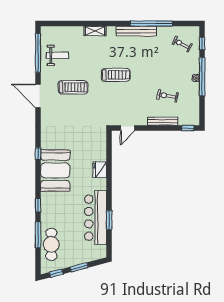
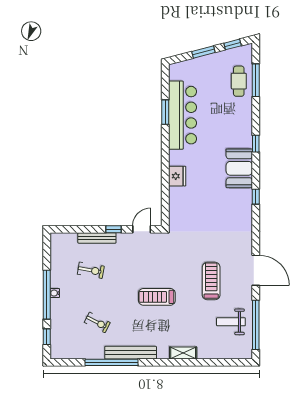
exercise bike: (182, 44) -> (97, 322), moved
treadmill: (73, 87) -> (211, 281), turned 90
window: (188, 128) -> (114, 229), moved
booth: (55, 170) -> (239, 168), width x0.73, depth x0.70
window: (38, 205) -> (256, 144), moved
window: (38, 235) -> (256, 80), moved
cafe table: (51, 244) -> (239, 81), width x0.73, depth x0.74

